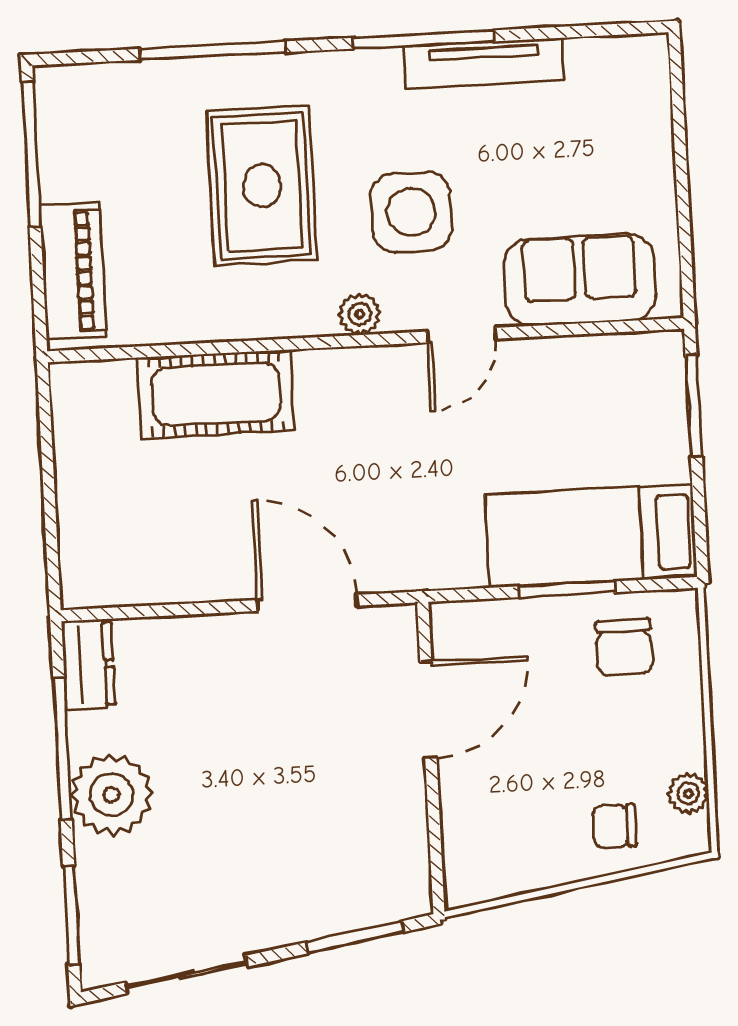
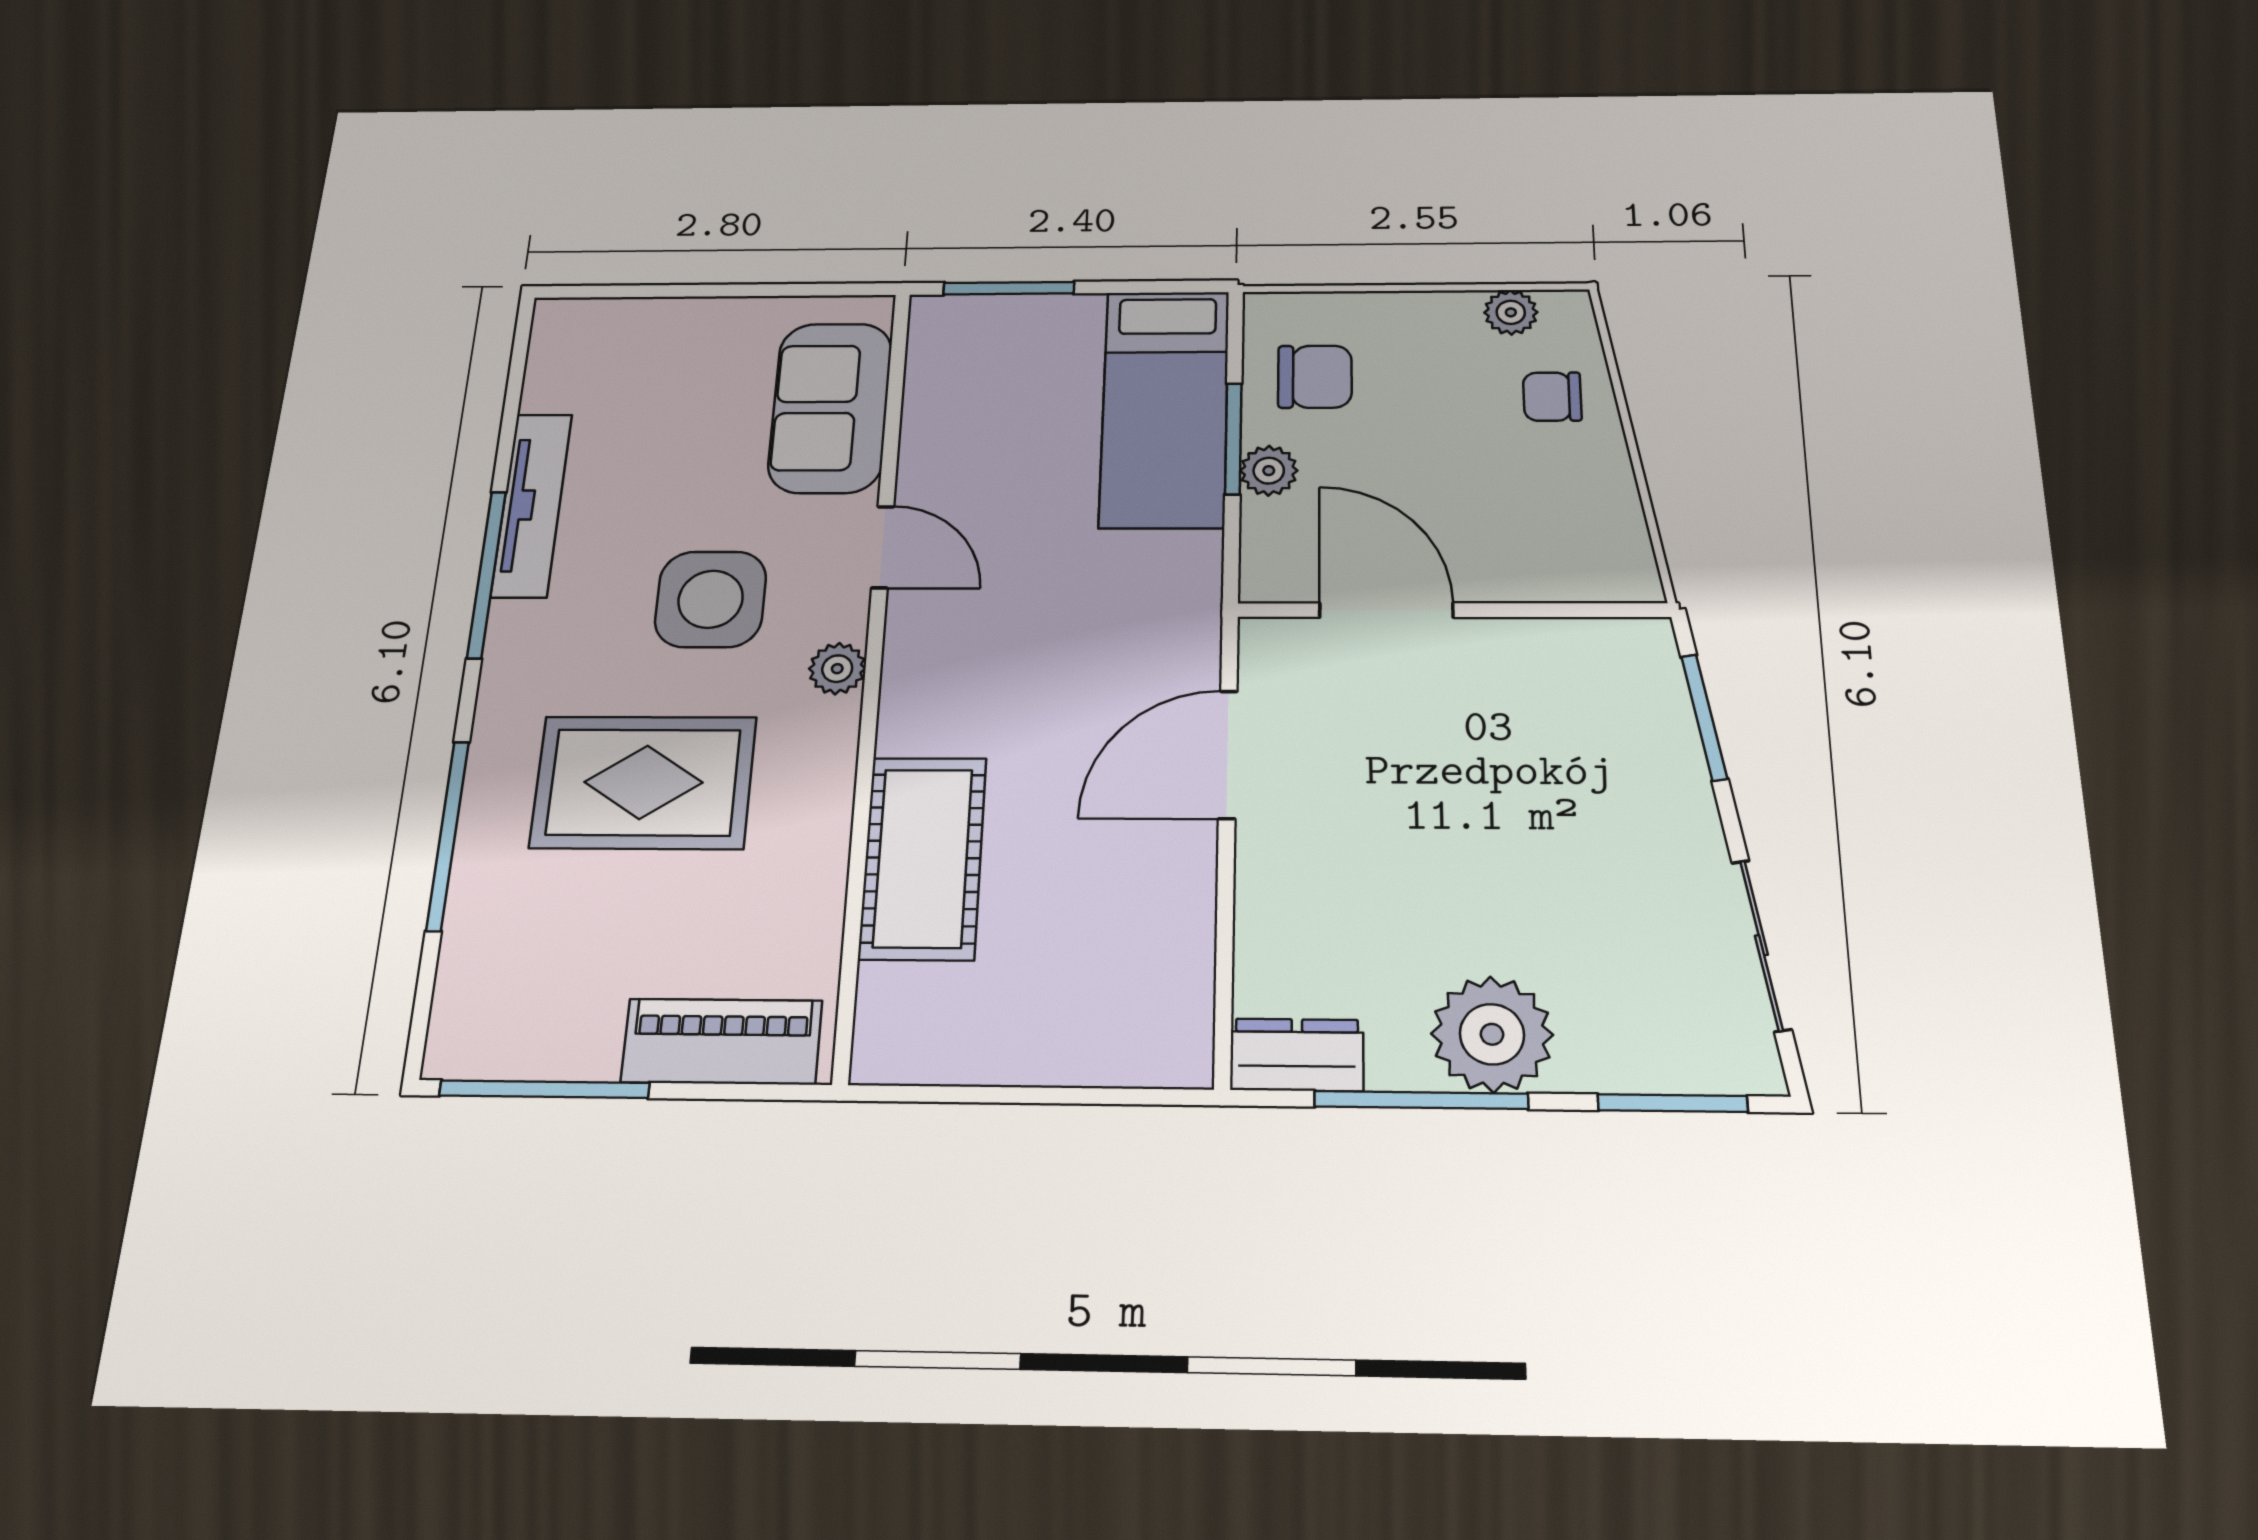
plant: (541, 618) -> (1269, 471), added
chair: (615, 826) -> (1552, 397), turned 90

